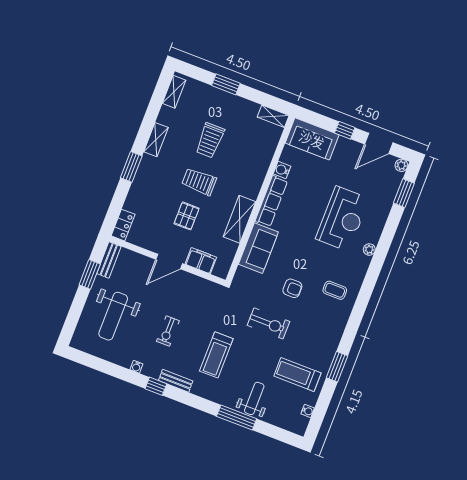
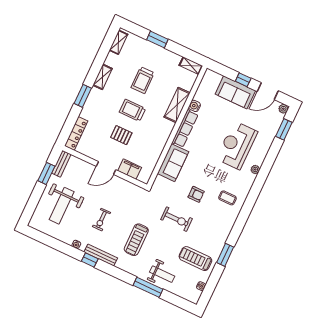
sofa: (312, 139) -> (235, 92), moved
pallet: (187, 216) -> (121, 135), turned 90
shelving: (240, 219) -> (177, 105), moved
reception desk: (342, 219) -> (237, 145), turned 180
locker: (123, 225) -> (76, 133), width x1.53
bench: (176, 381) -> (101, 255), width x1.36
weight bench: (254, 398) -> (162, 274), turned 90

